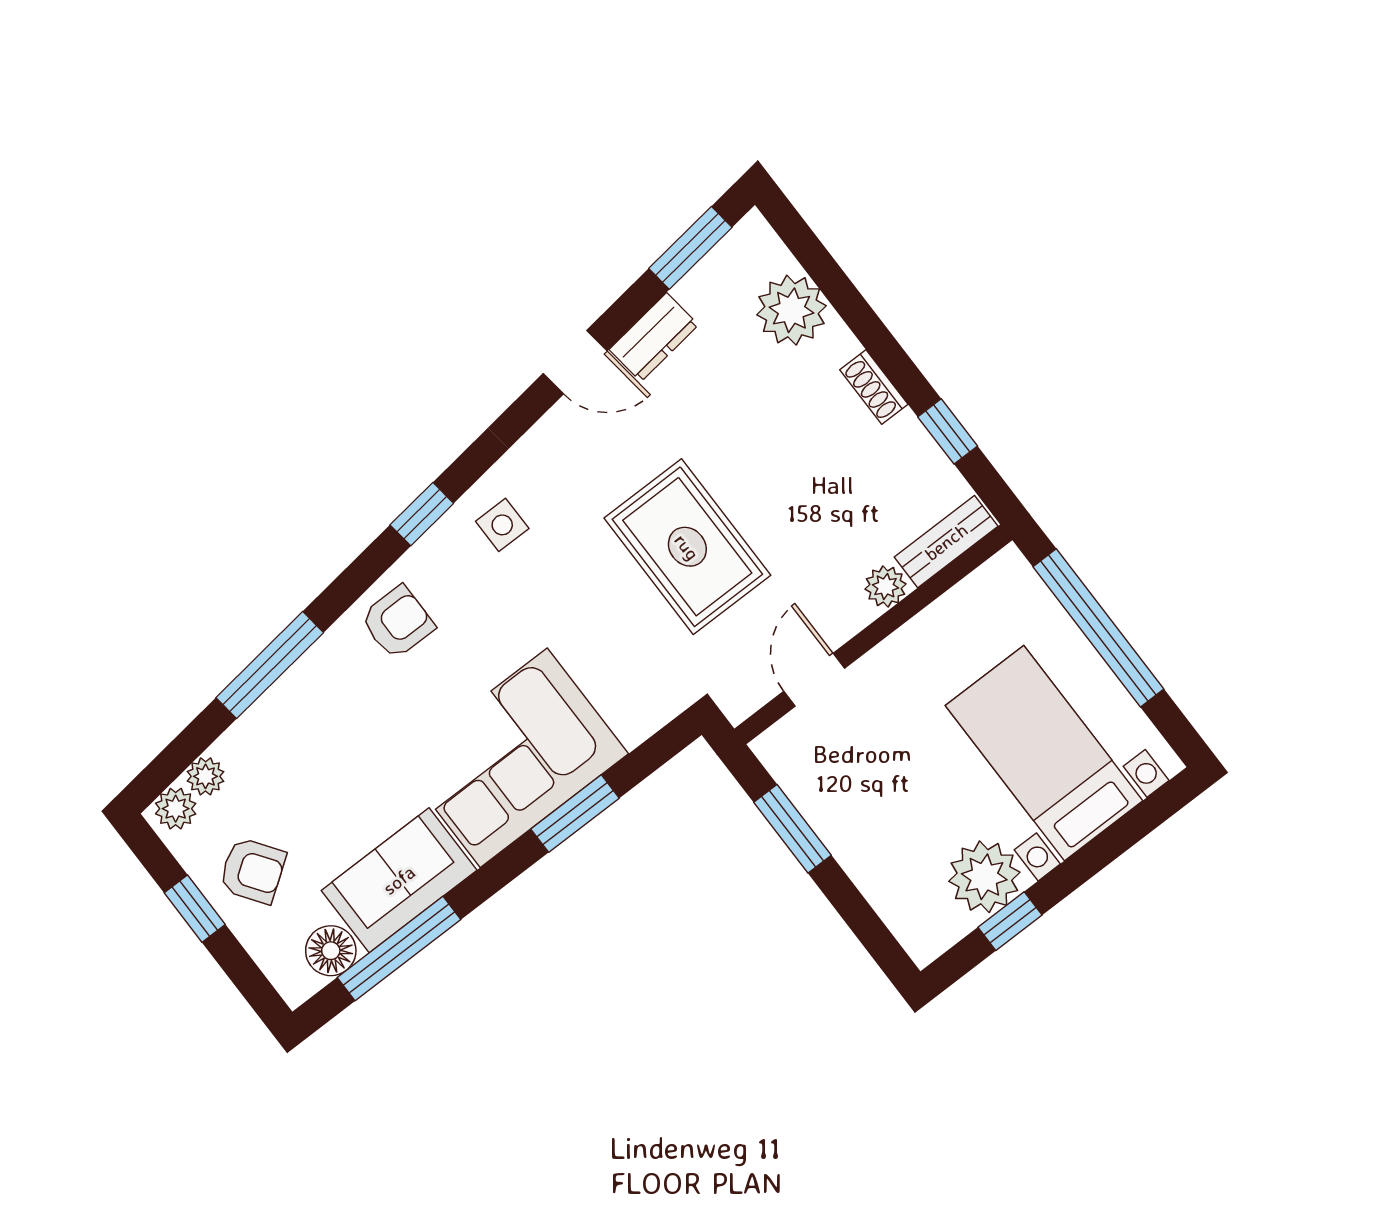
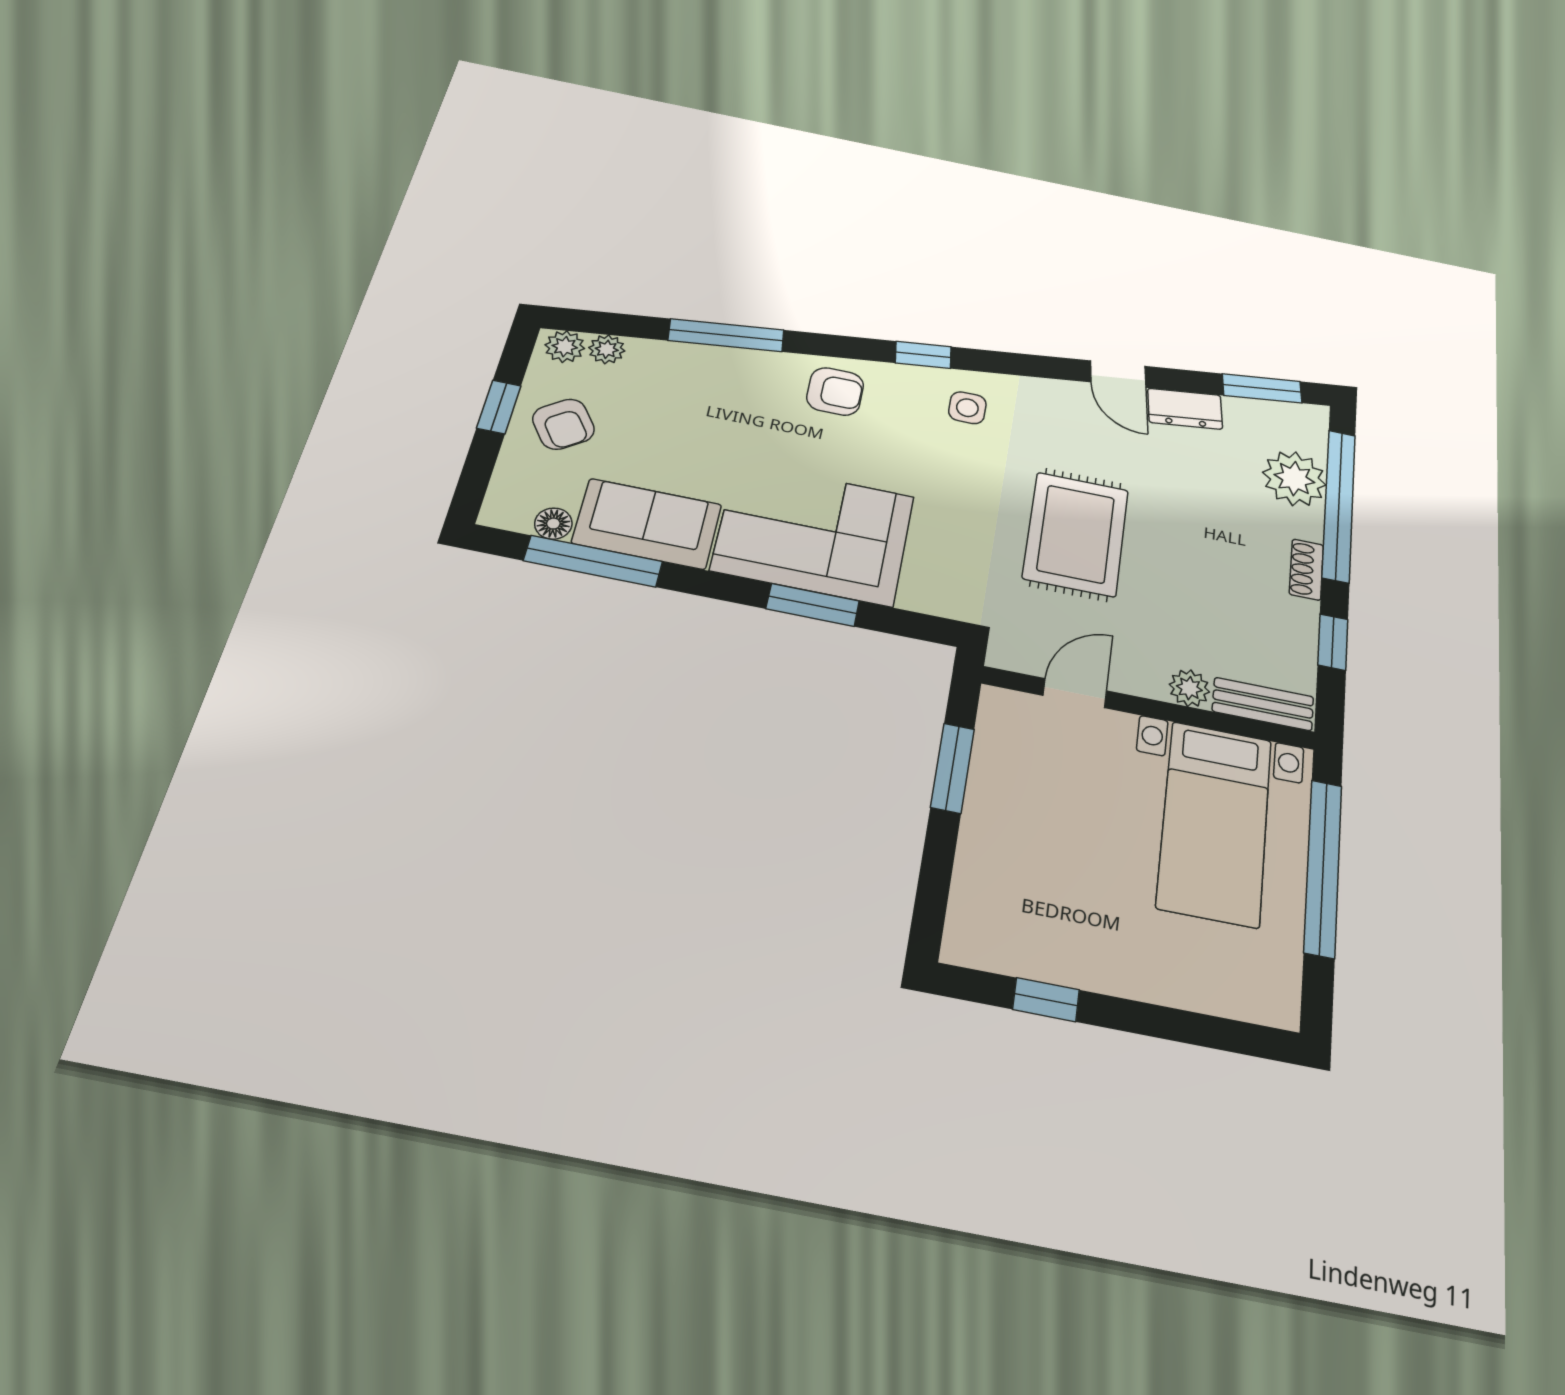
window: (845, 298) -> (1339, 505), added
bed with nightstands: (1044, 753) -> (1215, 823), moved, turned 180
plant: (984, 877) -> (1060, 947), removed
floor lamp: (331, 951) -> (553, 524), width x0.73, depth x0.73

